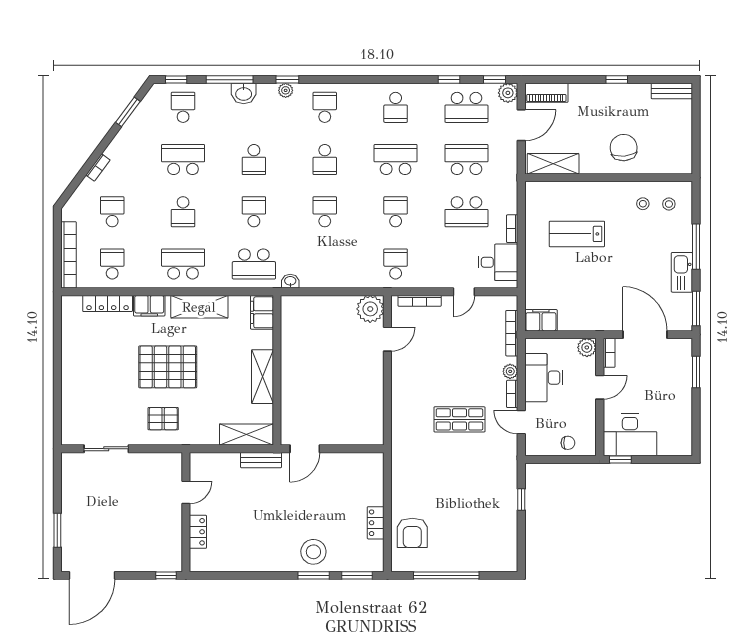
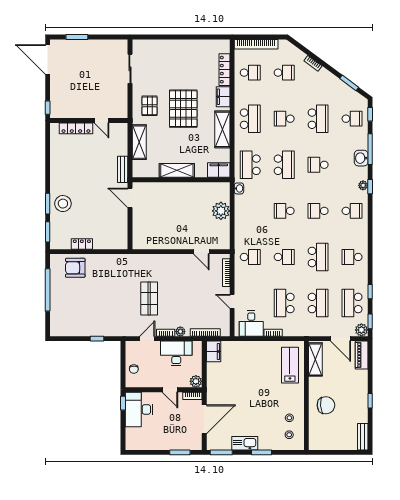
school desk: (254, 212) -> (284, 165), width x1.85
school desk: (325, 212) -> (284, 211), turned 180
lab bench: (577, 234) -> (290, 365), moved
window: (696, 247) -> (261, 452), width x0.69
plant: (370, 309) -> (221, 211), moved
shelving: (246, 434) -> (139, 142), moved
locker: (198, 532) -> (76, 128), width x1.53

